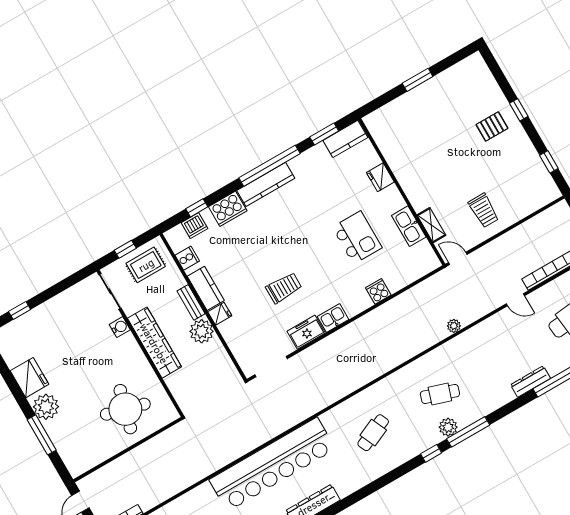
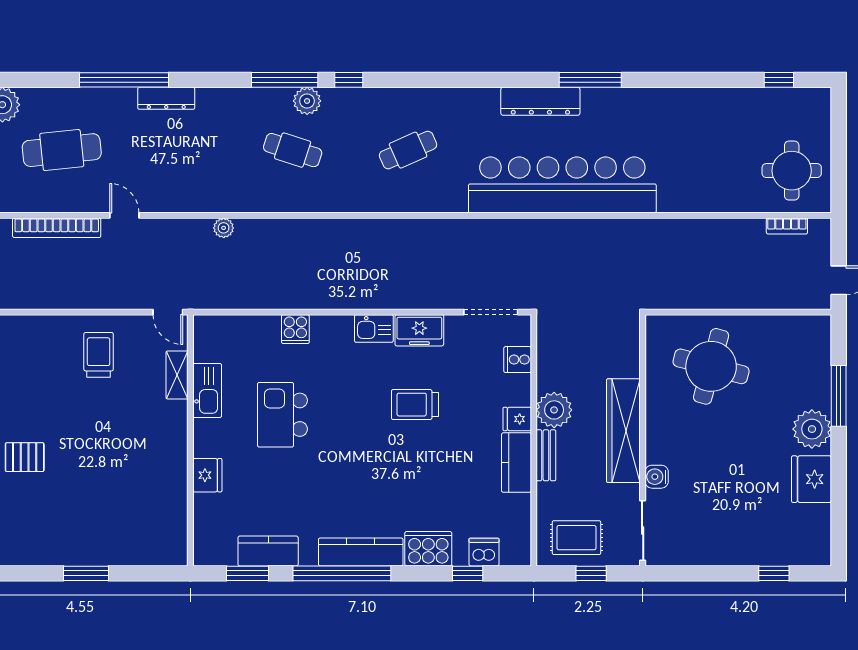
kitchen counter: (345, 139) -> (268, 551), moved
cooker: (187, 258) -> (518, 360), moved

